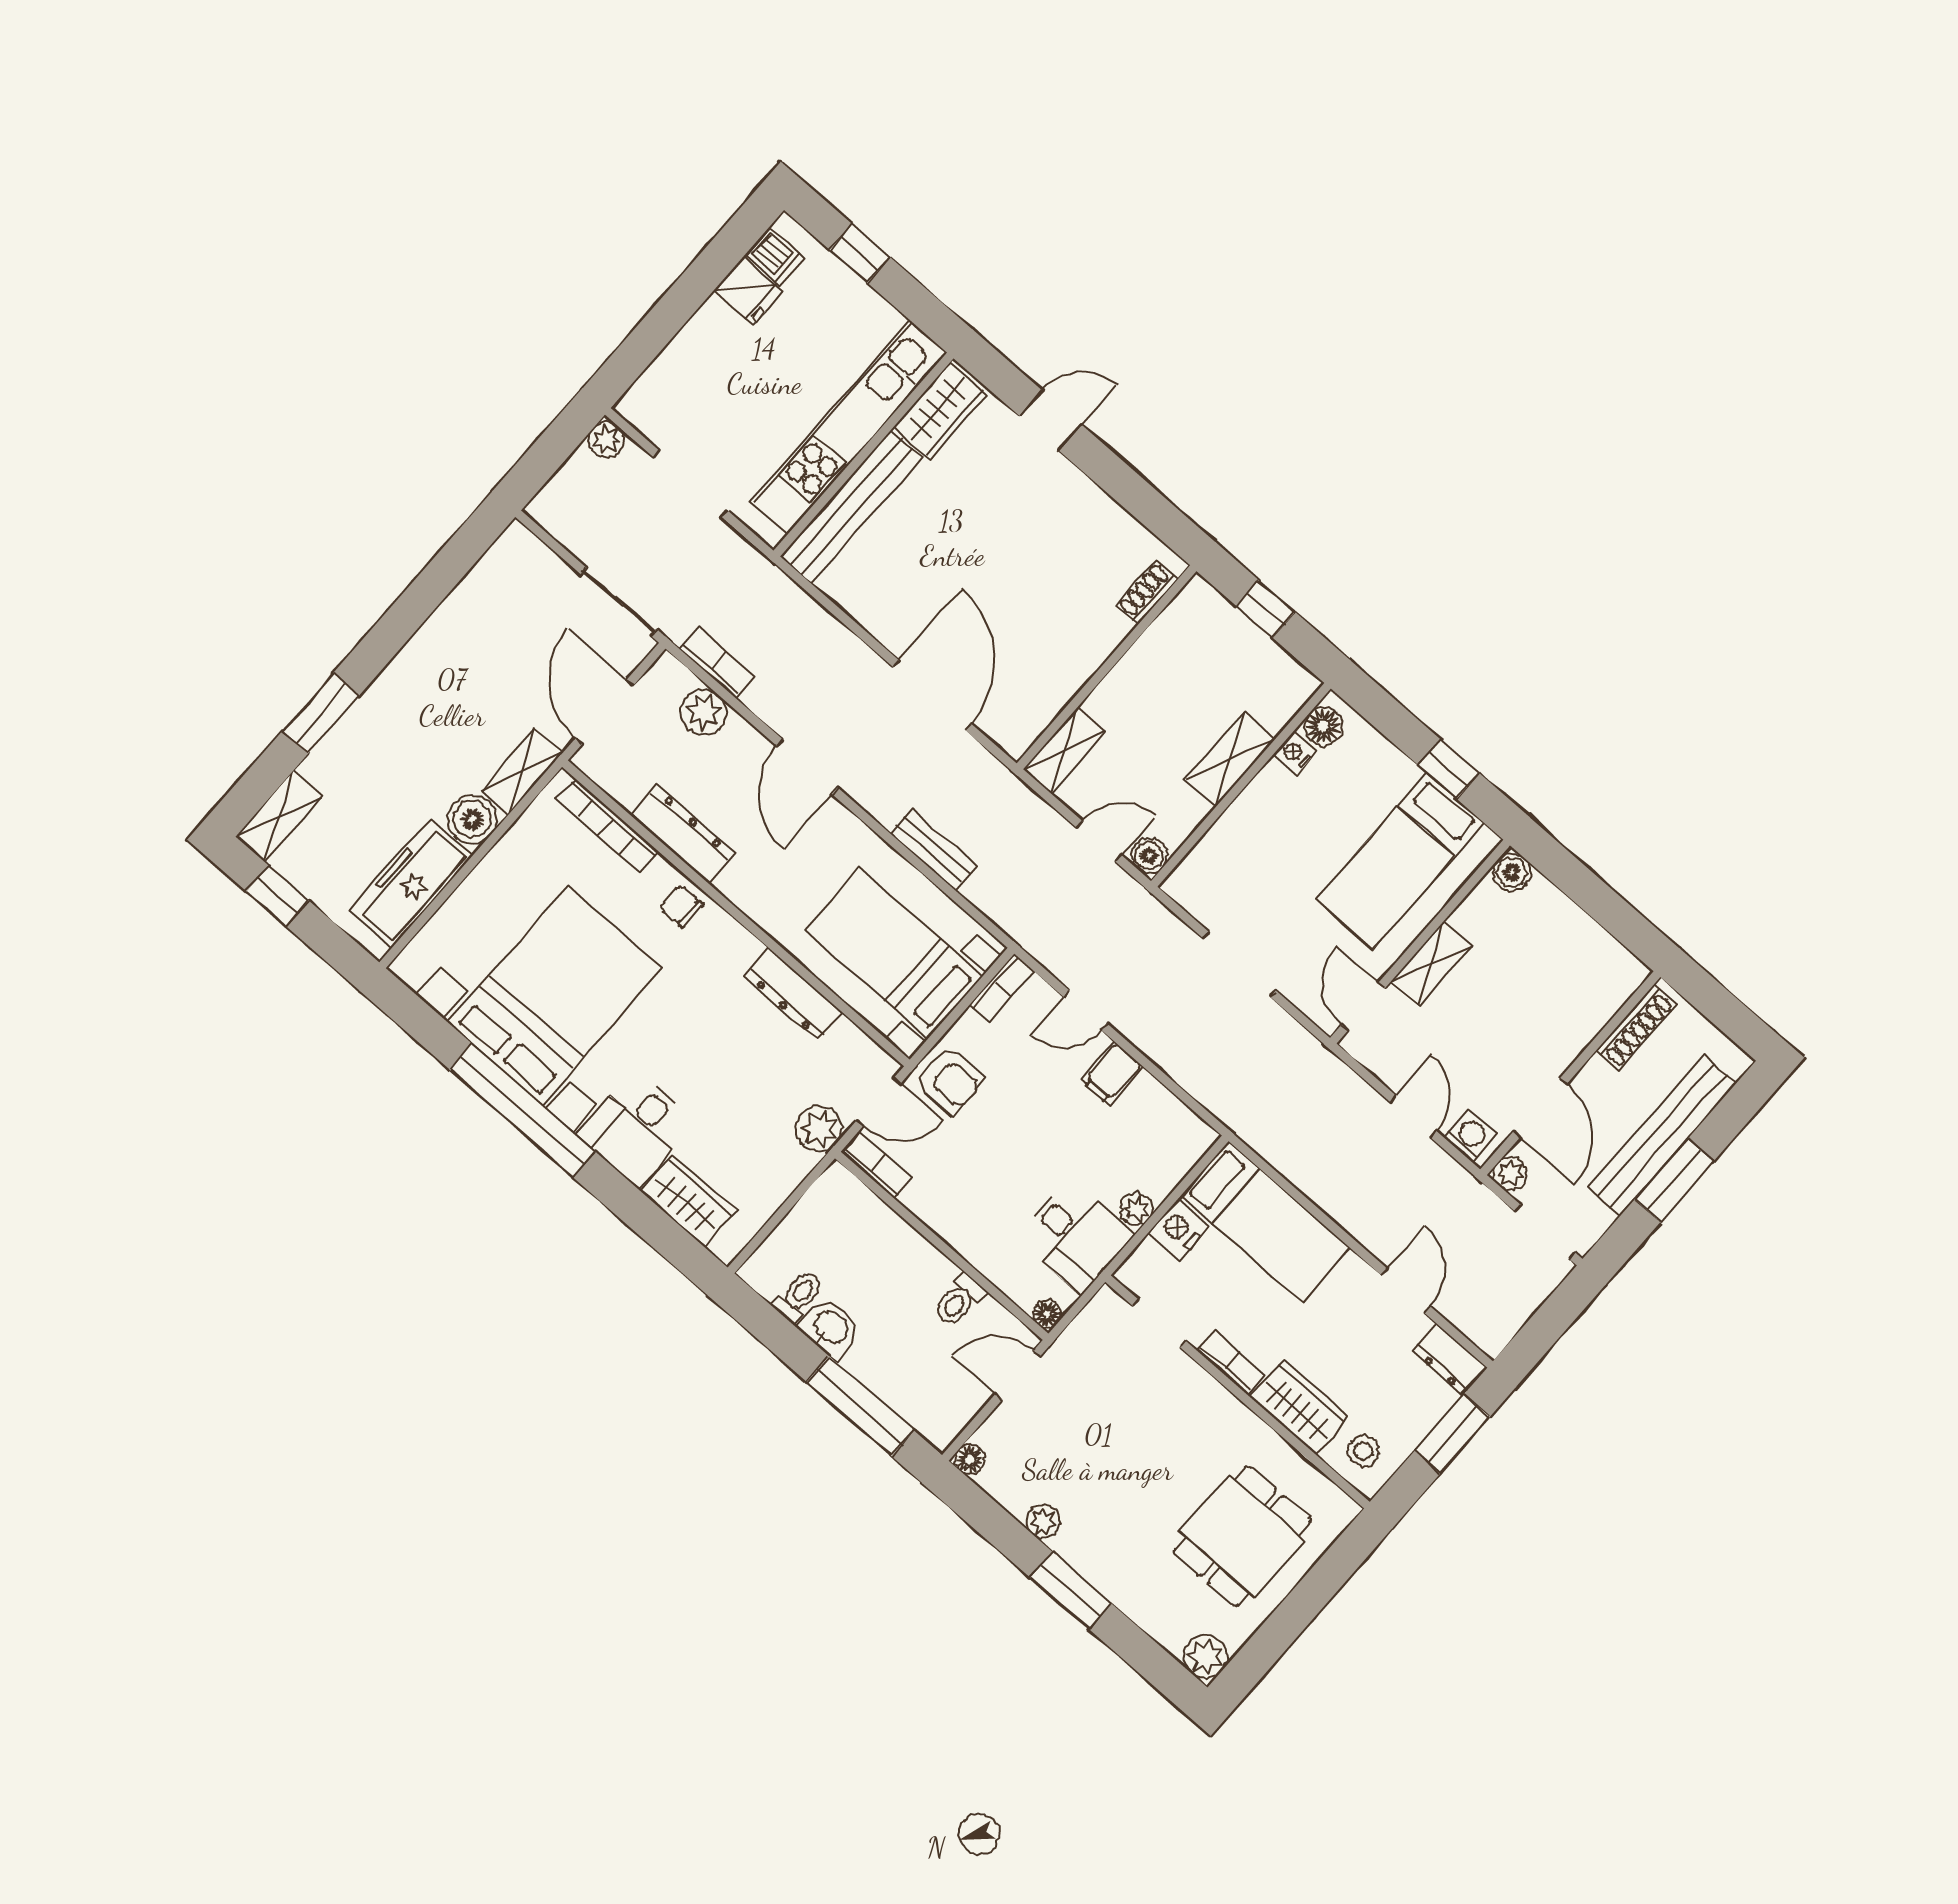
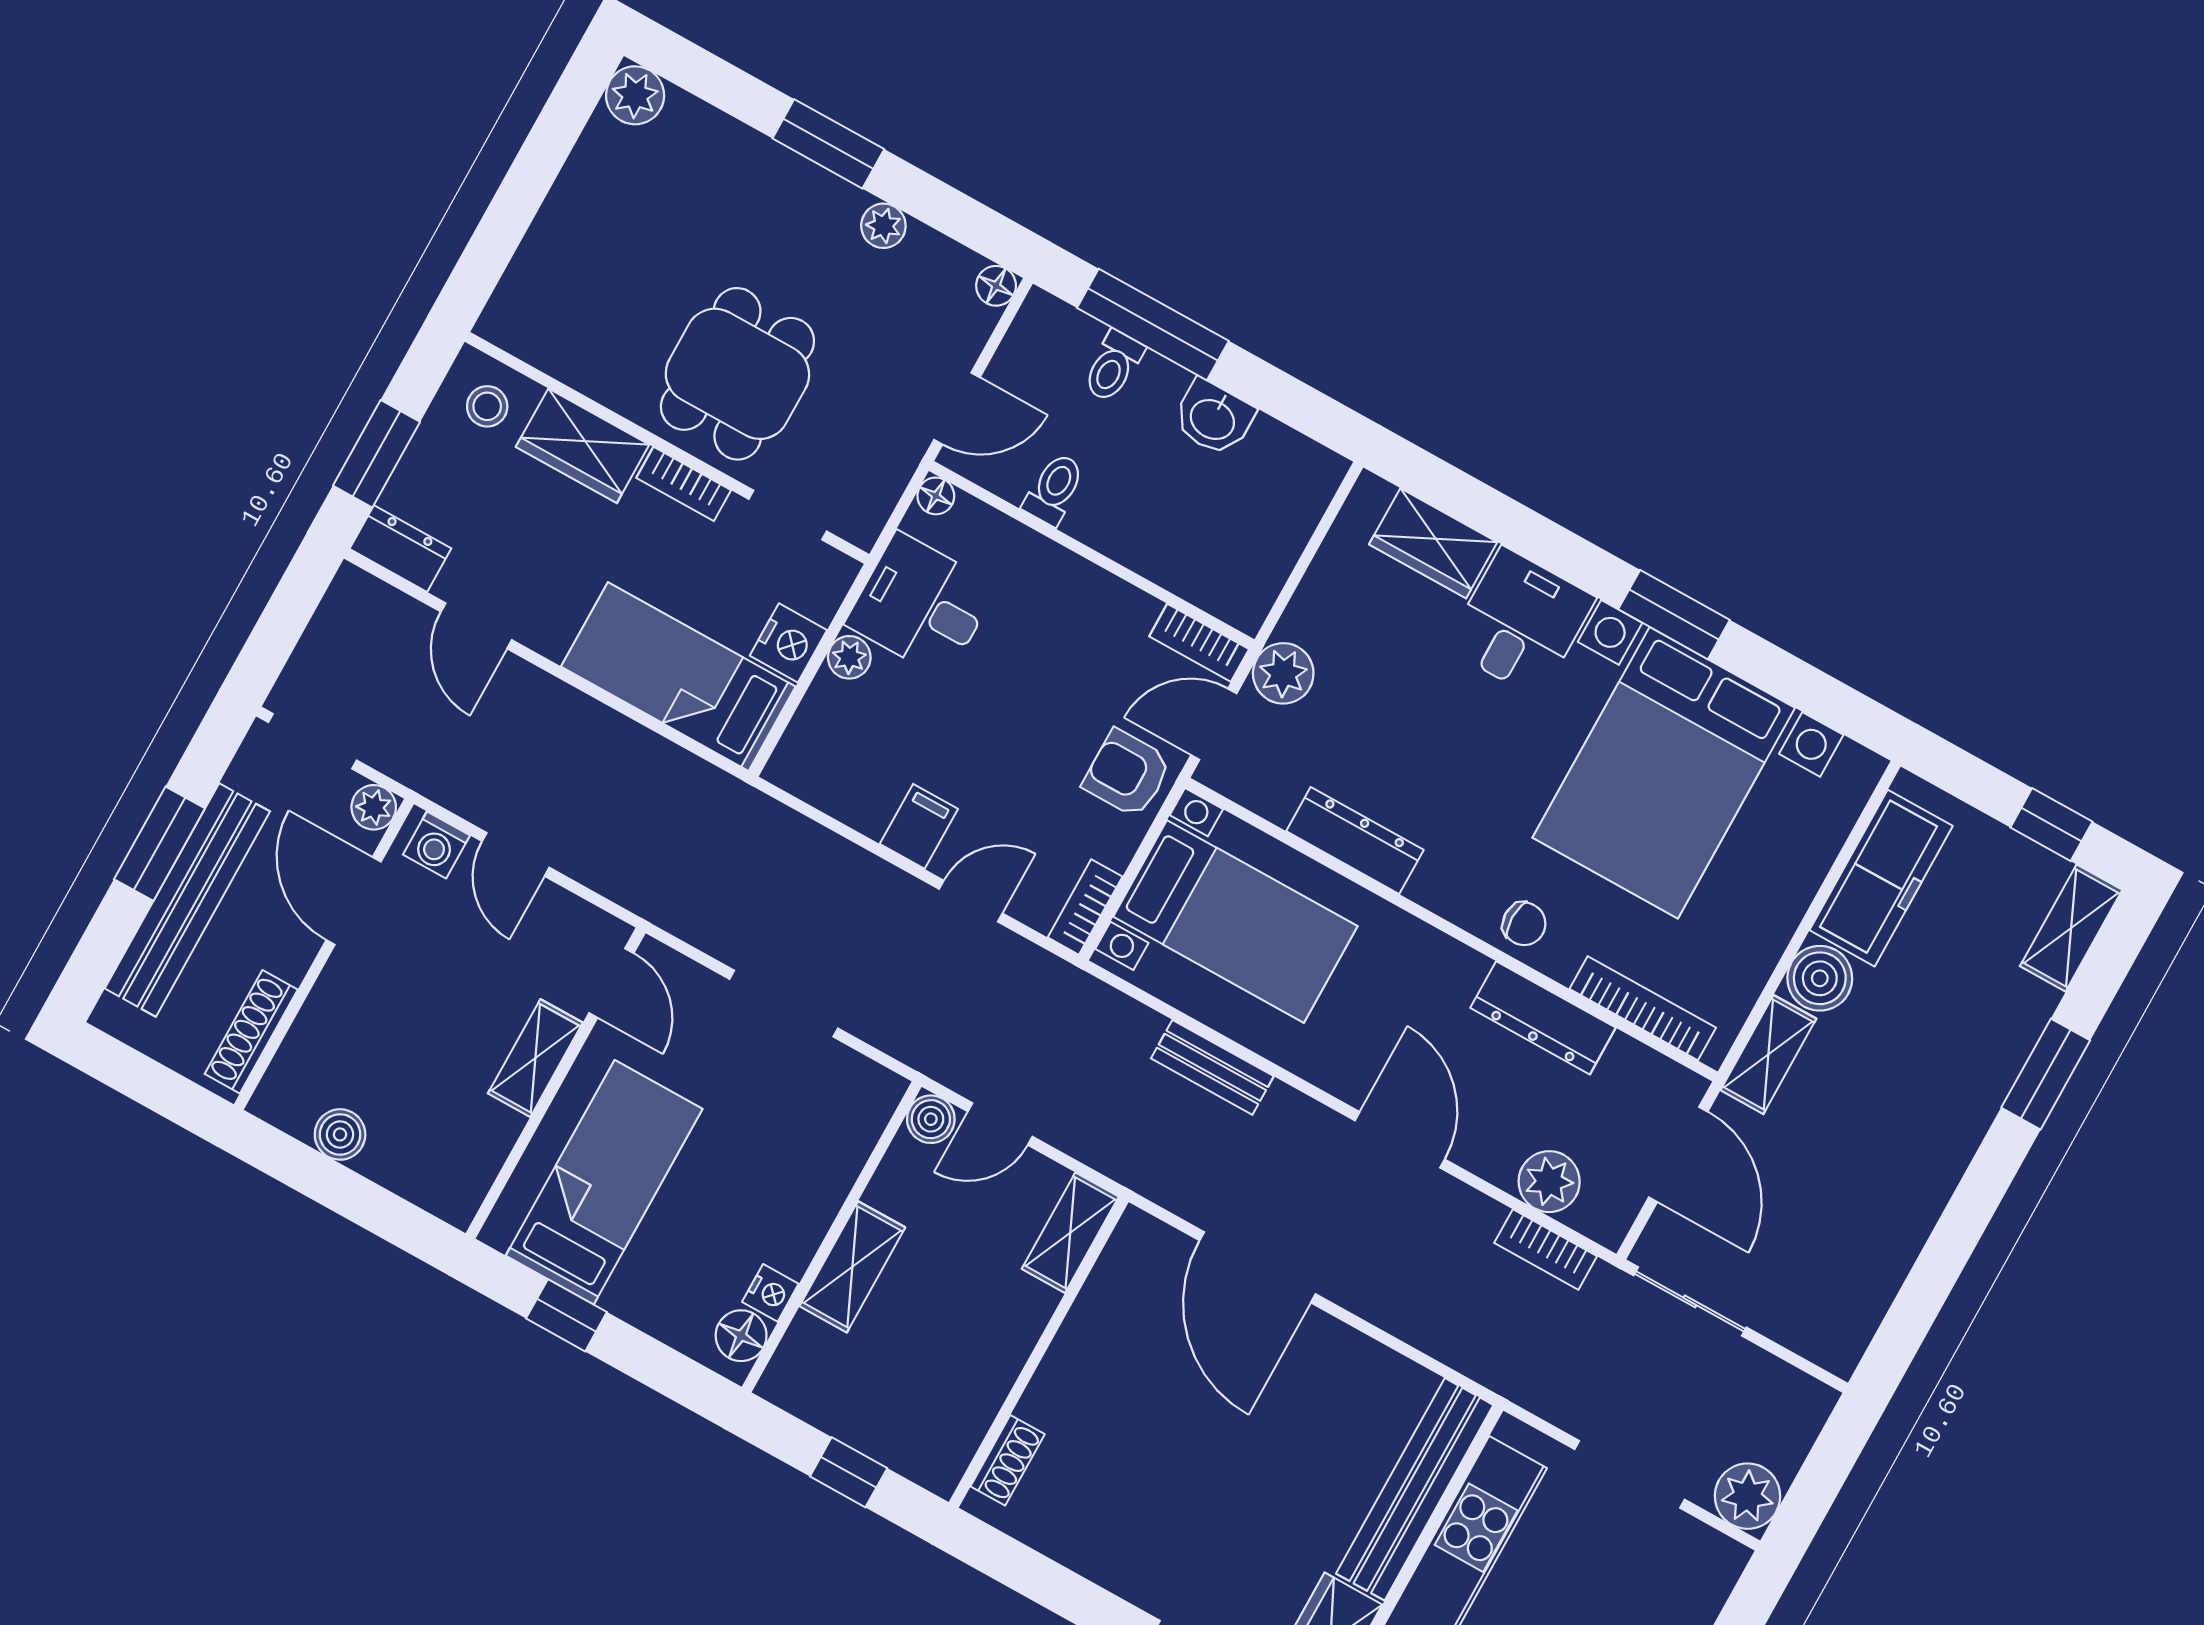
plant: (607, 440) -> (1748, 1496), width x1.38, depth x1.38
boiler: (1512, 872) -> (340, 1134), moved
window: (522, 1110) -> (1674, 615), width x0.47
toilet: (798, 1296) -> (1113, 366), moved
dining table: (1242, 1536) -> (737, 374), moved

